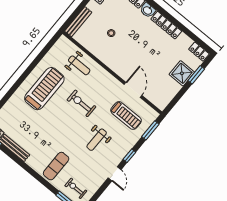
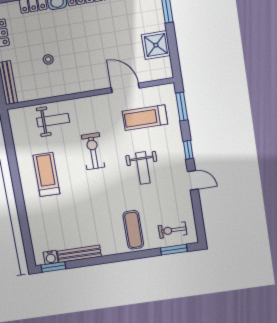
shower: (182, 73) -> (156, 45), moved
treadmill: (44, 89) -> (46, 175), width x0.73, depth x0.73
exercise bike: (81, 103) -> (93, 151), turned 90
treadmill: (126, 115) -> (145, 118), turned 180

